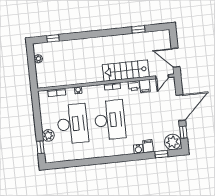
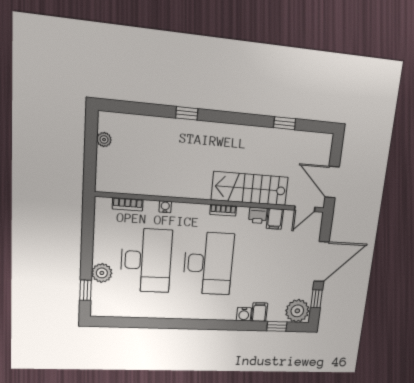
window: (53, 38) -> (187, 113), moved

